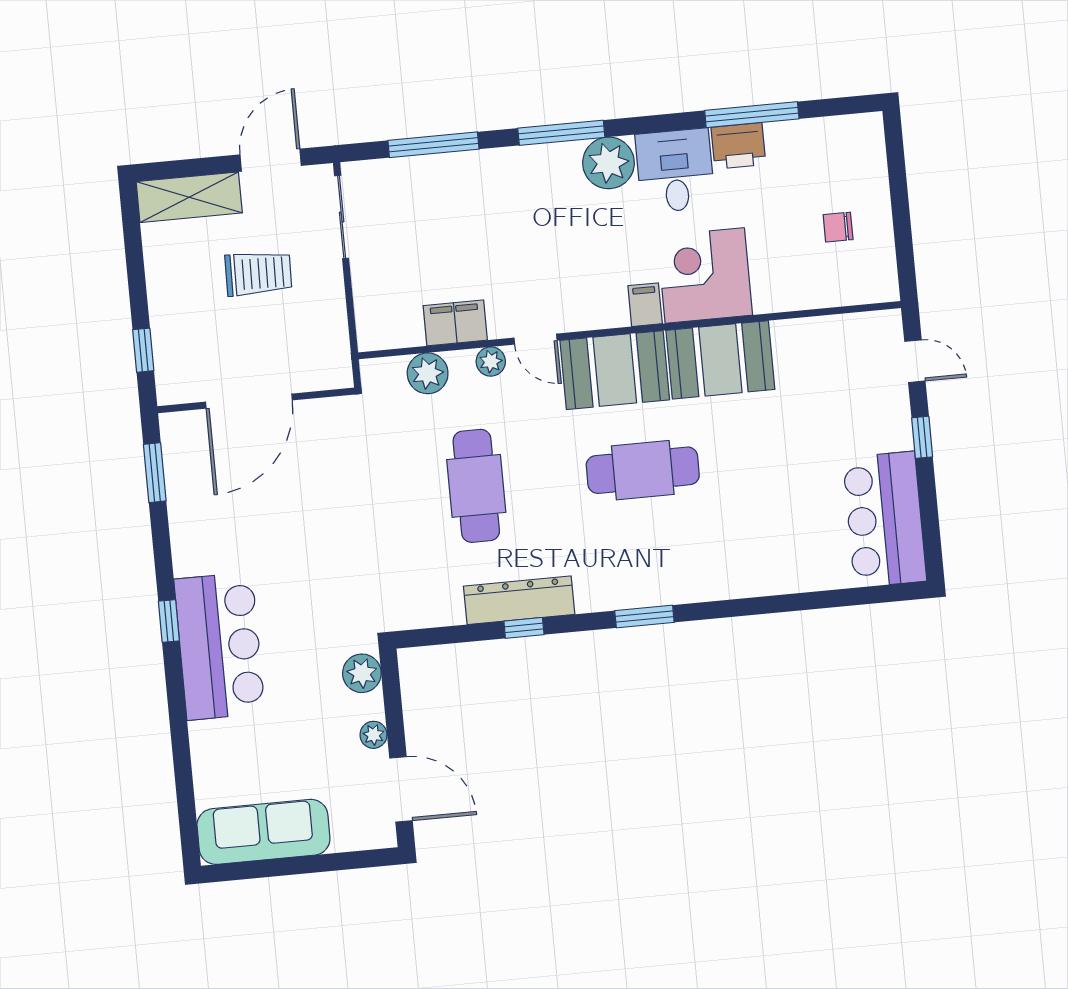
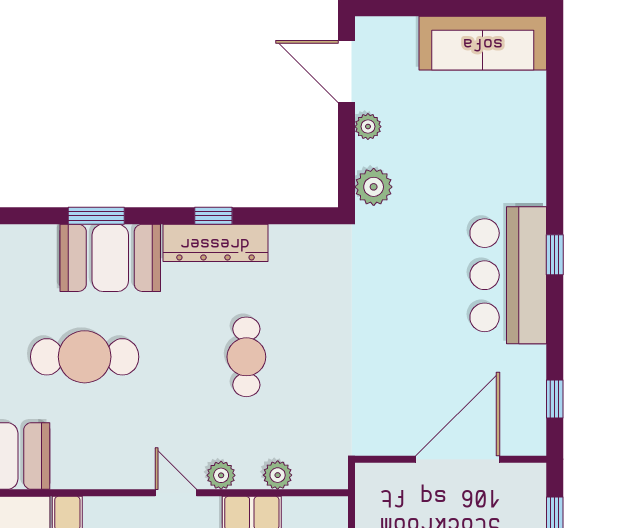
booth: (615, 370) -> (110, 258), moved
plant: (428, 373) -> (278, 475), width x0.73, depth x0.73
window: (155, 473) -> (555, 399), width x0.67
cafe table: (476, 486) -> (246, 357), width x0.73, depth x0.74
bar counter: (220, 646) -> (508, 275), moved

